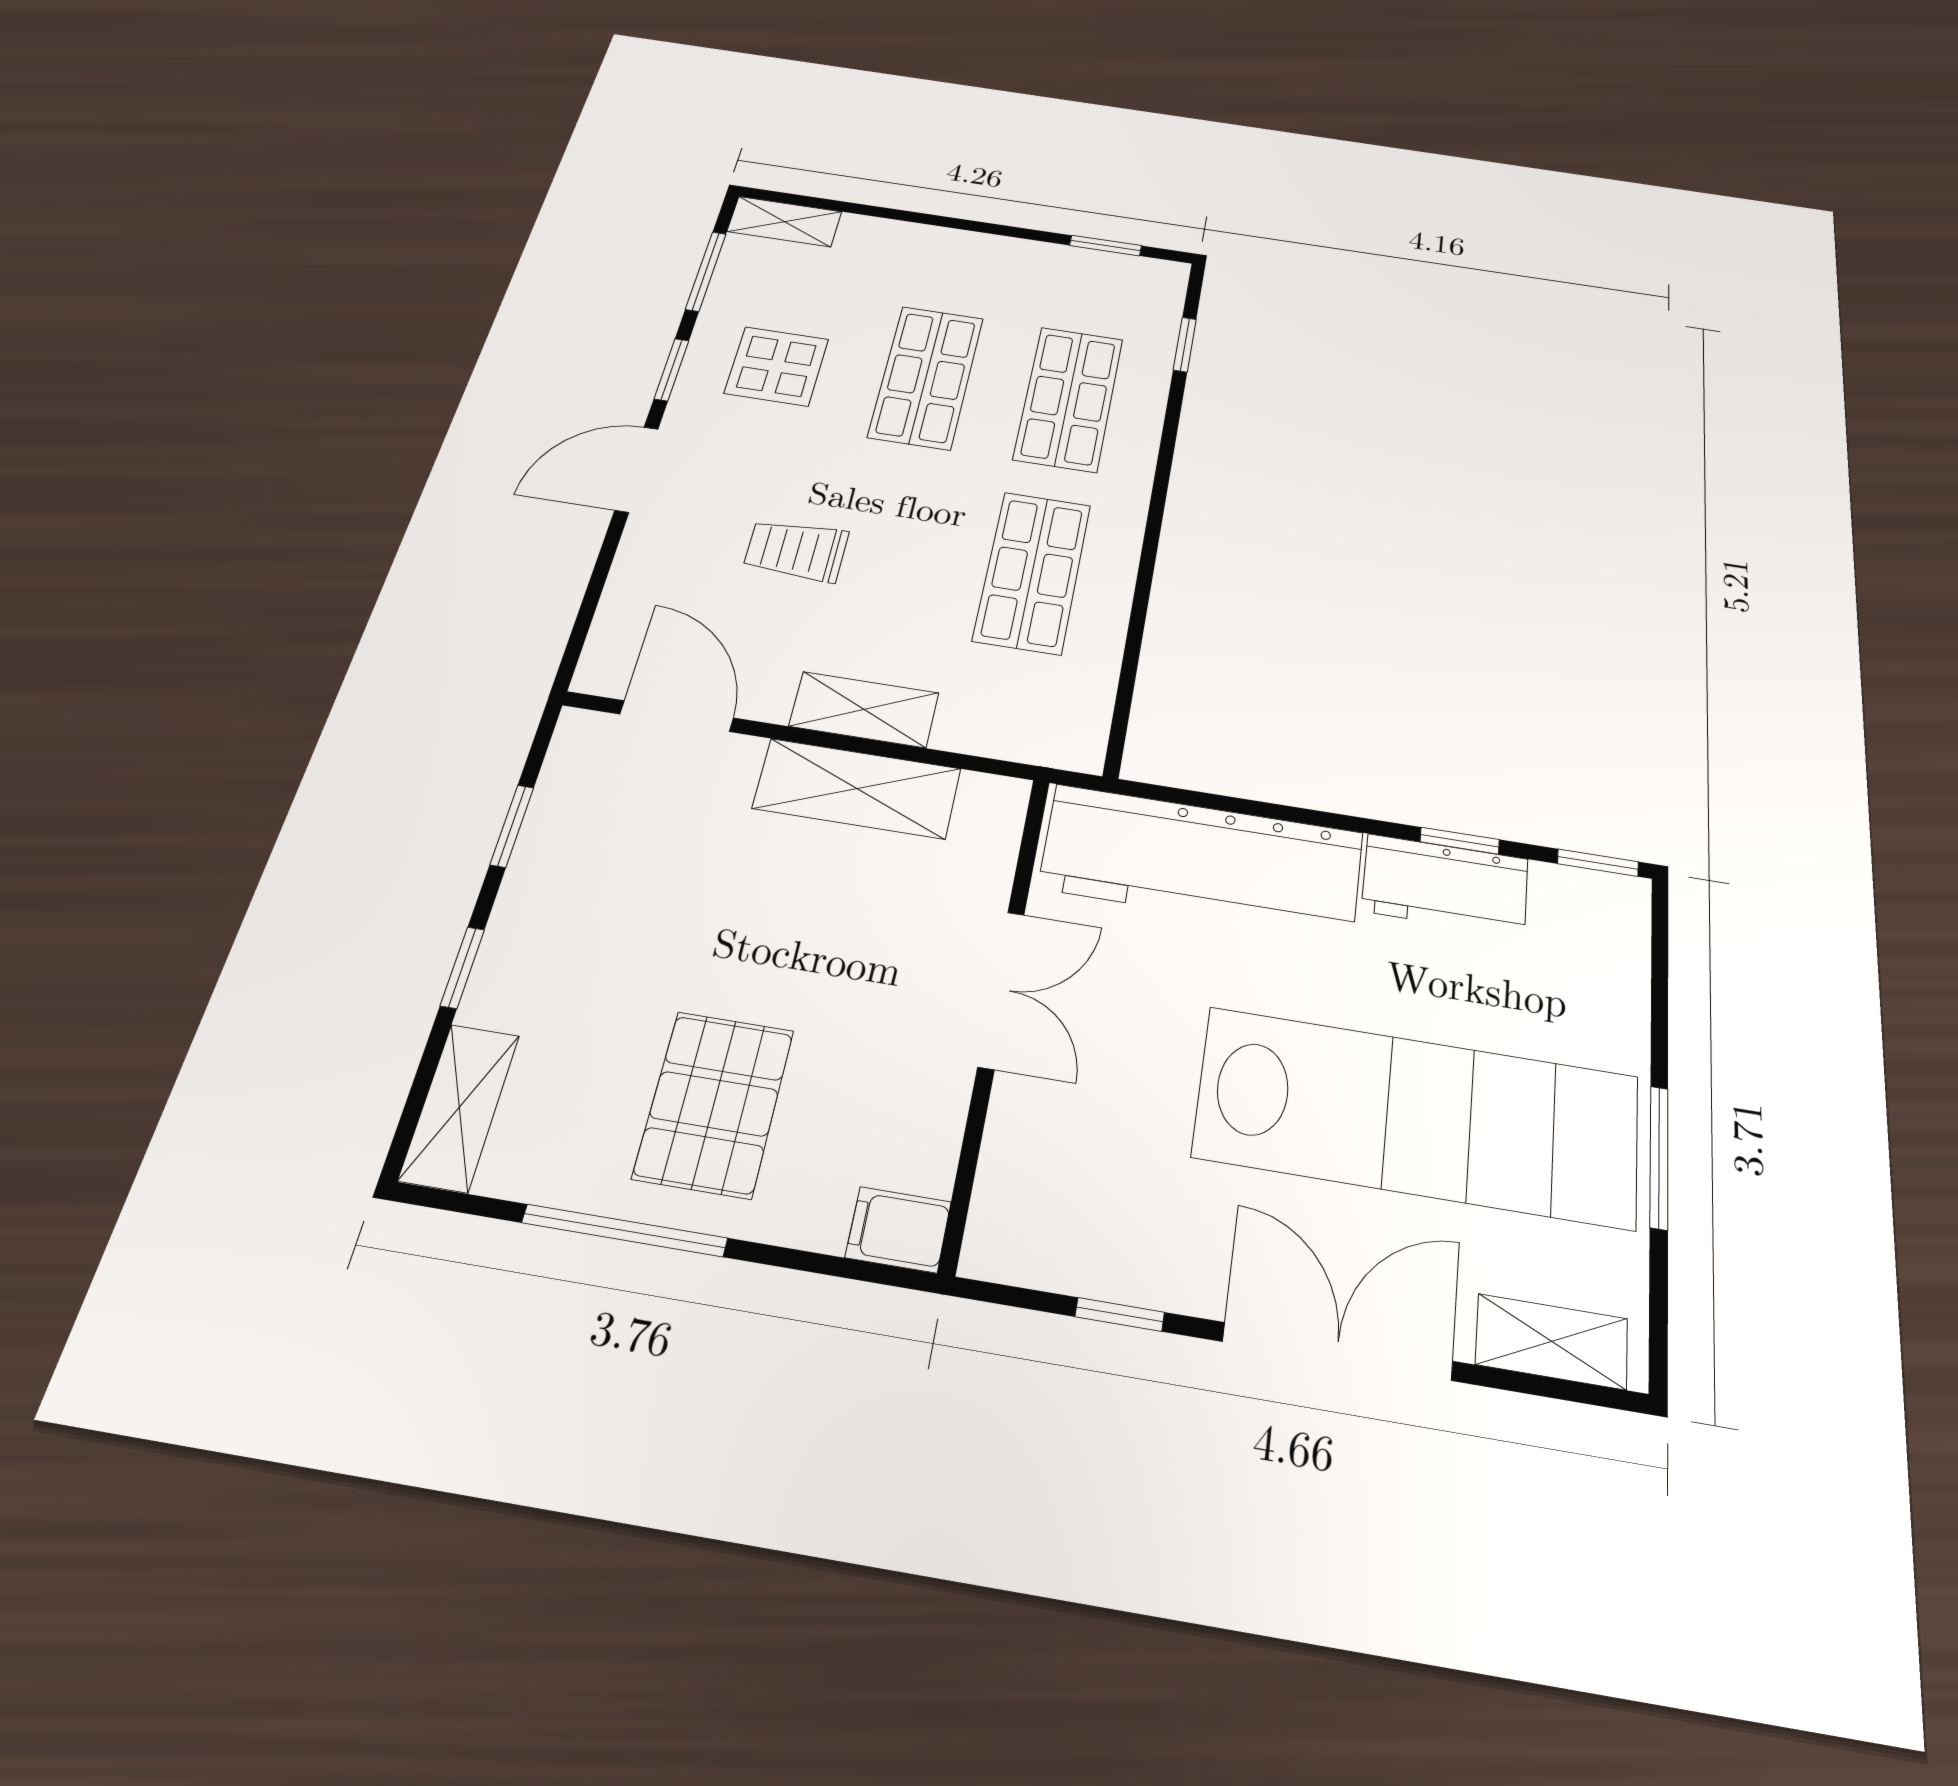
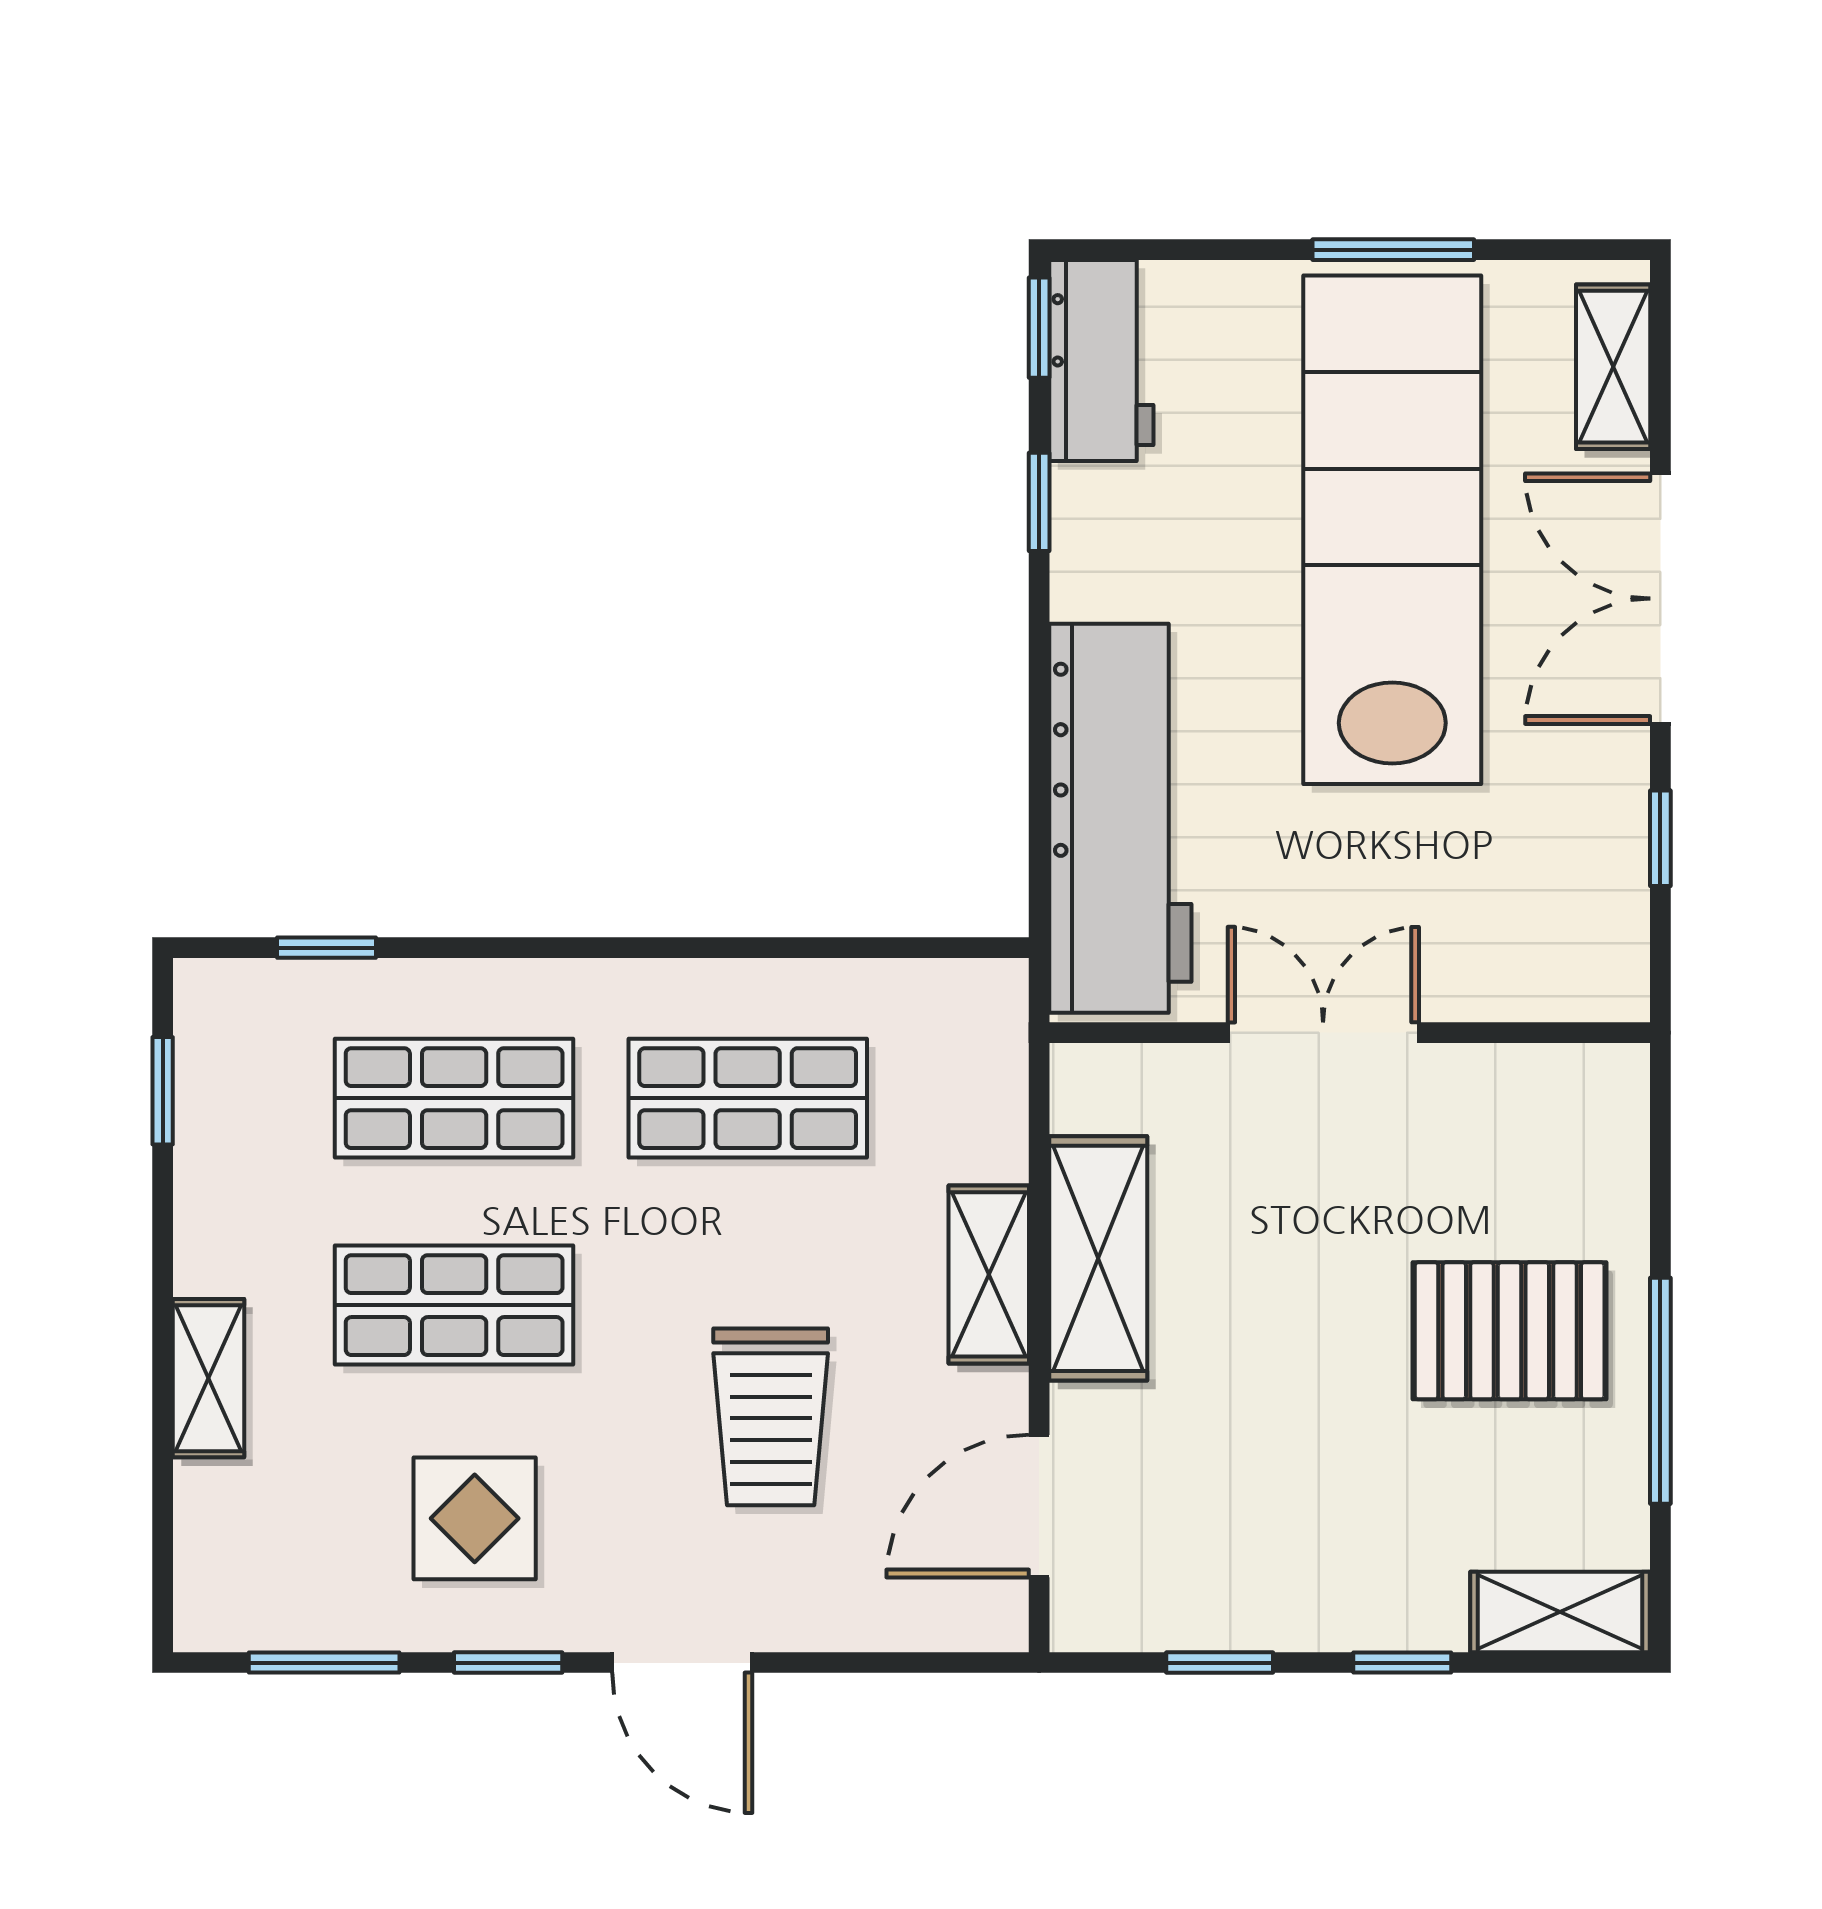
shelving: (784, 222) -> (208, 1378), moved
trolley: (796, 550) -> (771, 1417), width x1.36, depth x1.39
workbench: (1445, 885) -> (1101, 361), moved
filing cabinet: (898, 1230) -> (1612, 1095), removed

